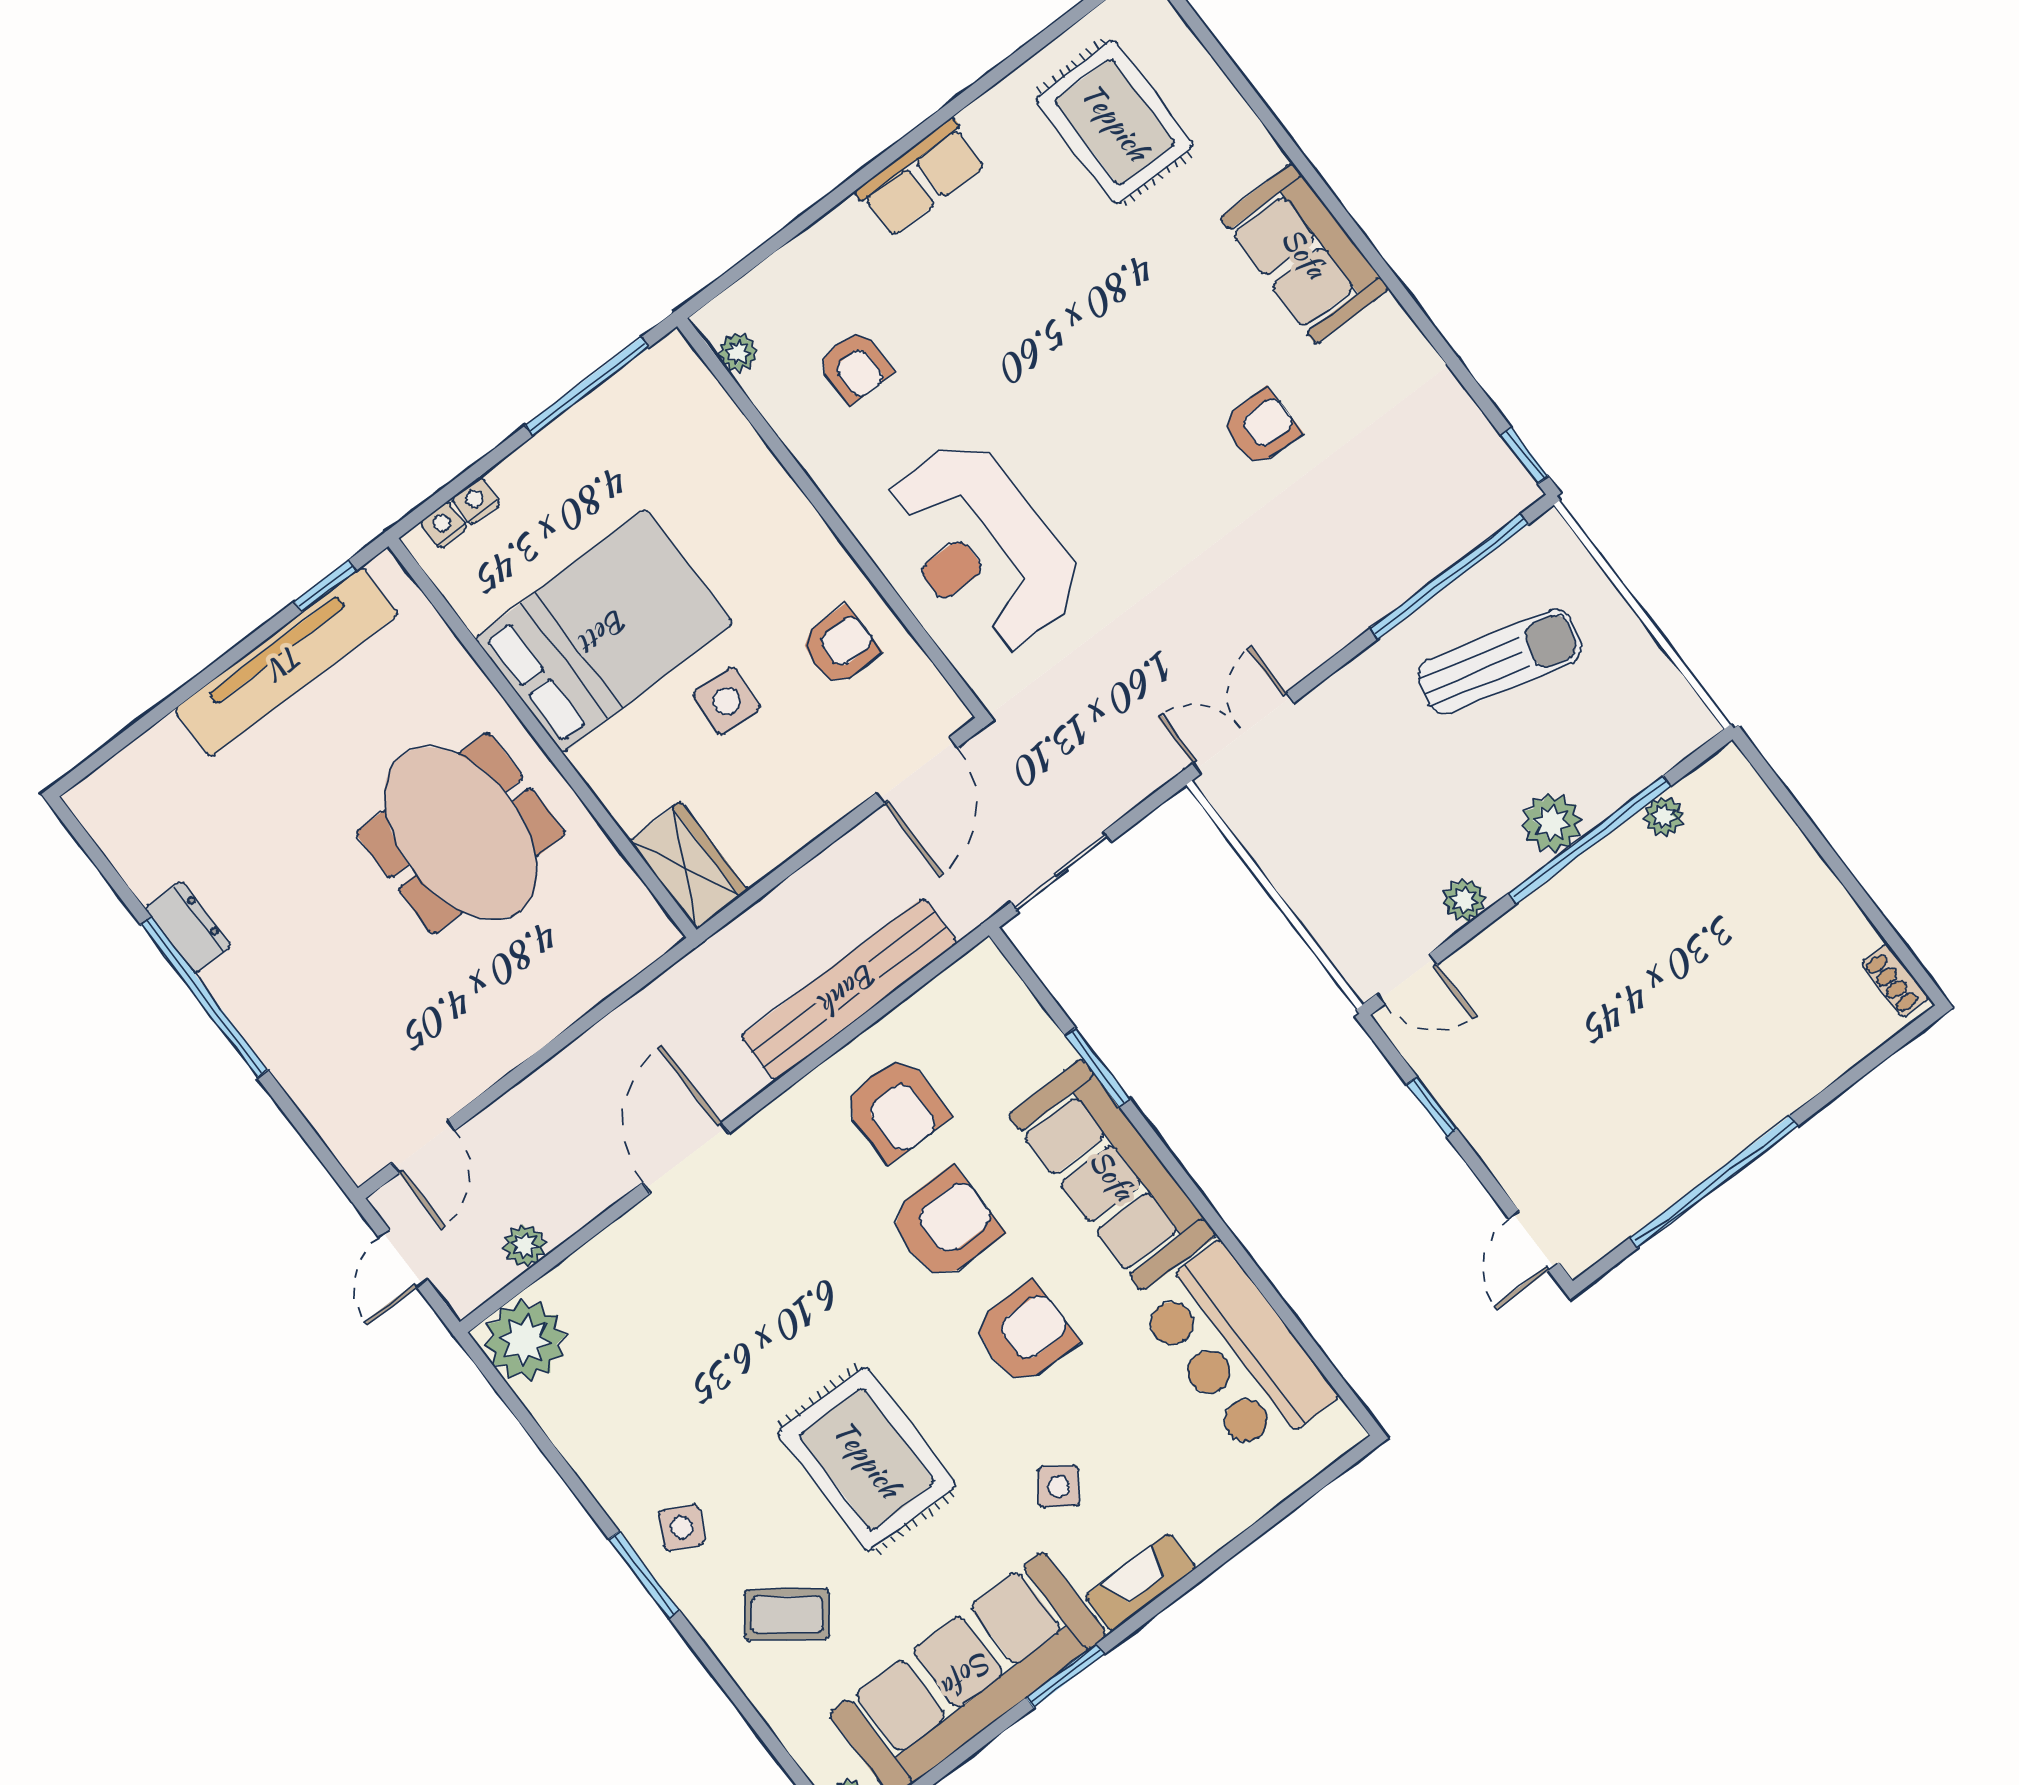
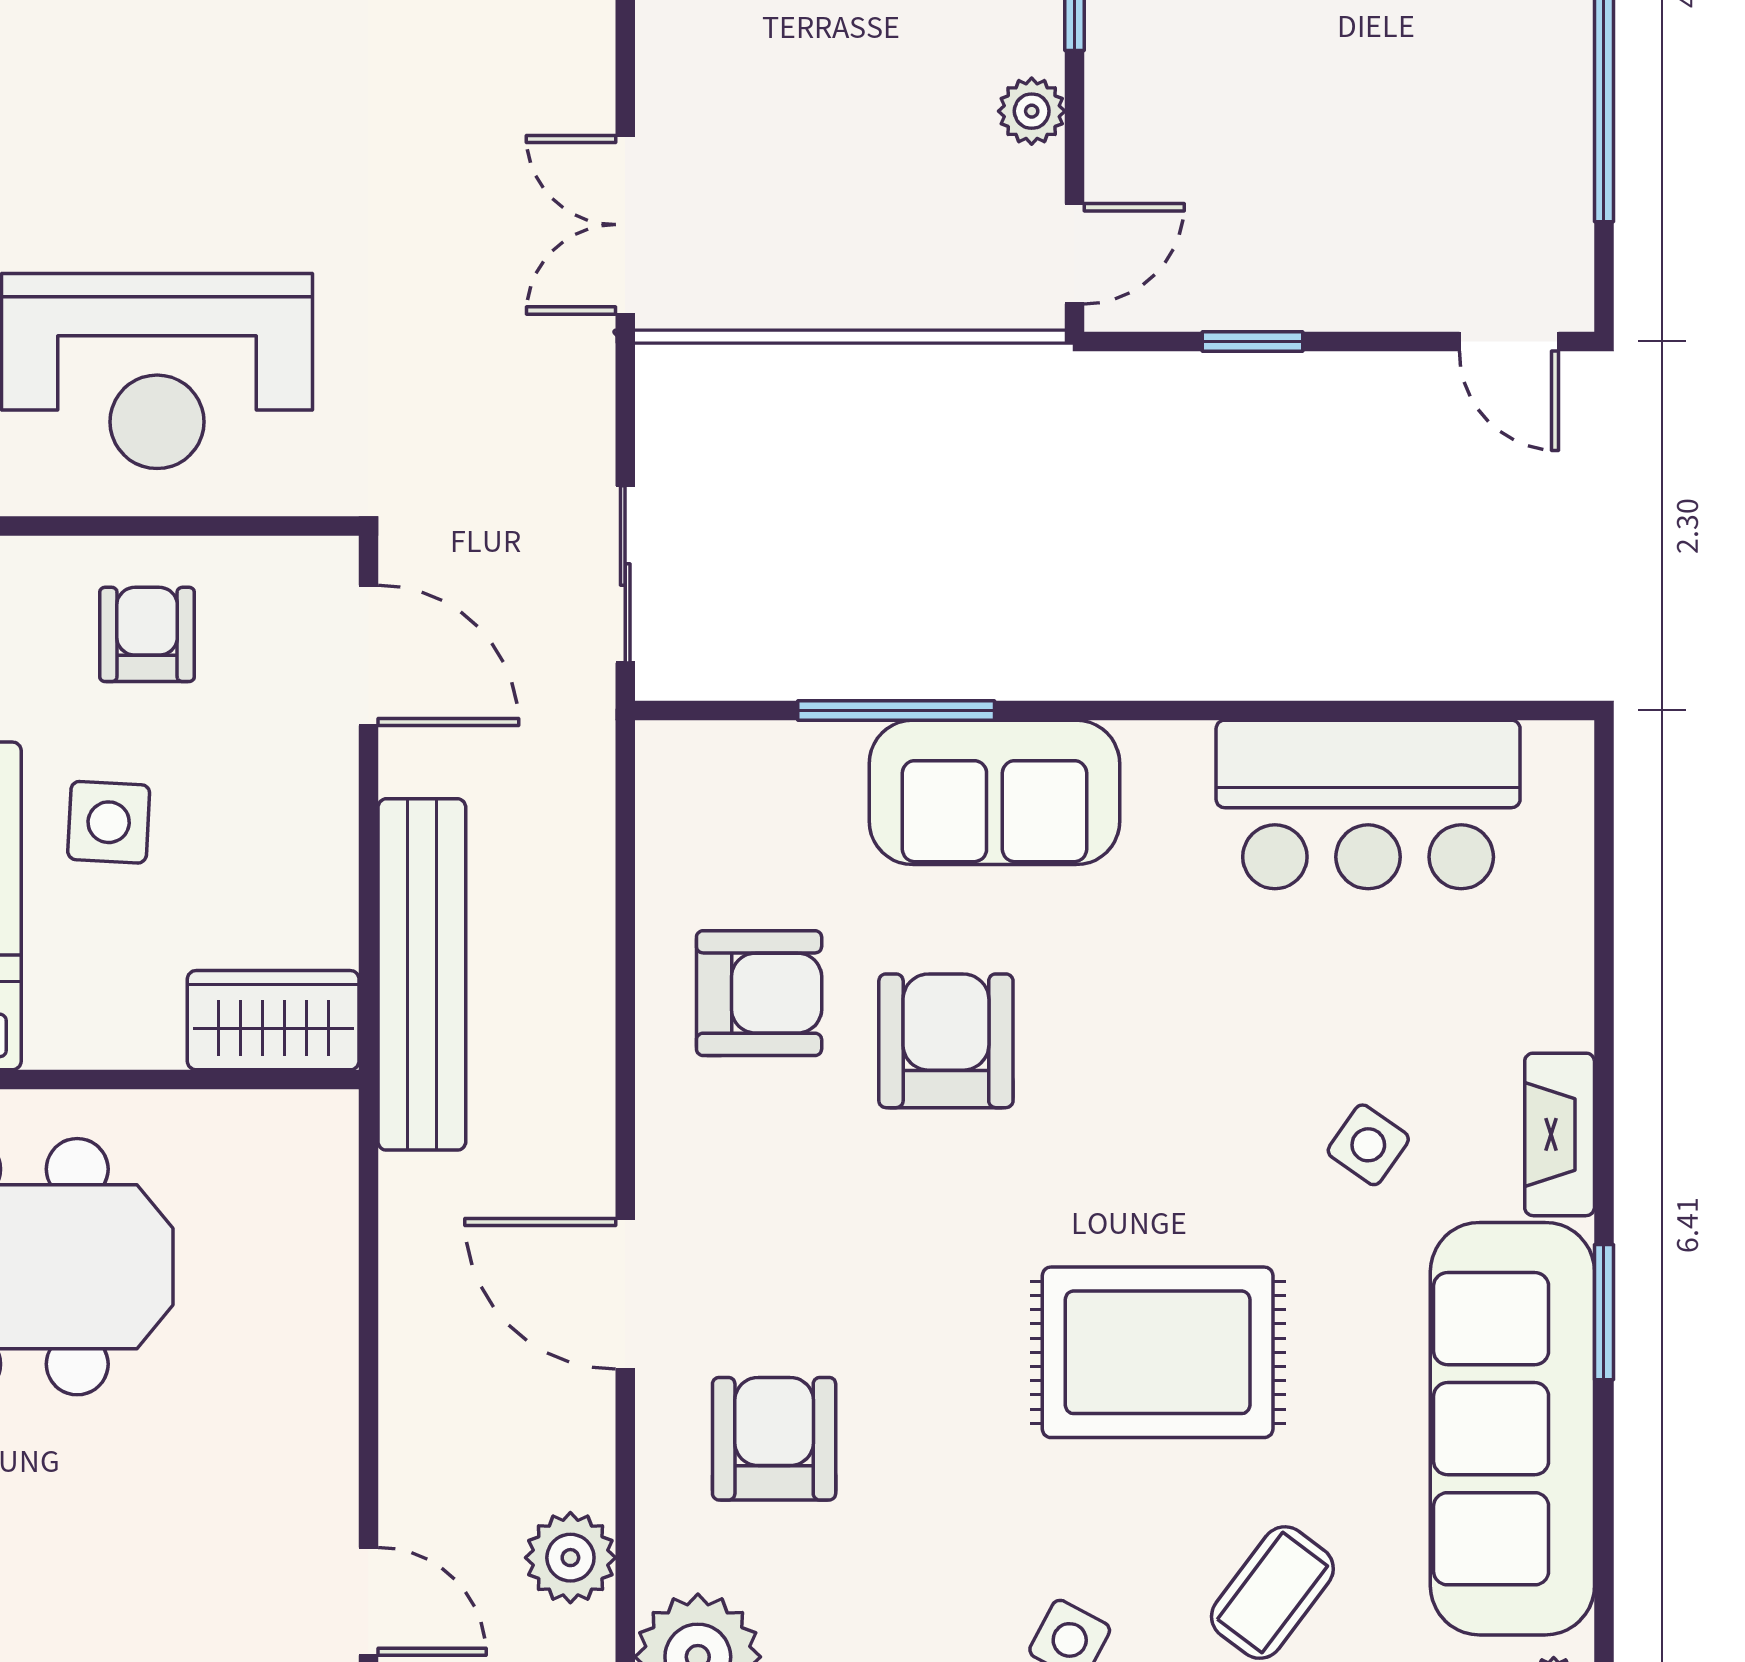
bench: (849, 989) -> (422, 974), moved
window: (1098, 1068) -> (896, 710), width x1.44
sofa: (1112, 1175) -> (994, 792), width x0.73
plant: (525, 1246) -> (570, 1558), width x1.38, depth x1.38
armchair: (1025, 1334) -> (774, 1439), moved

